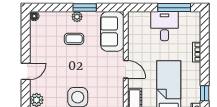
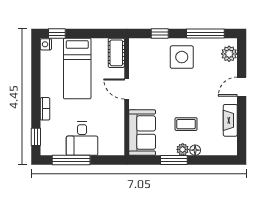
floor lamp: (34, 16) -> (195, 150), moved
fireplace: (36, 42) -> (230, 120), added
window: (205, 93) -> (36, 137), moved

